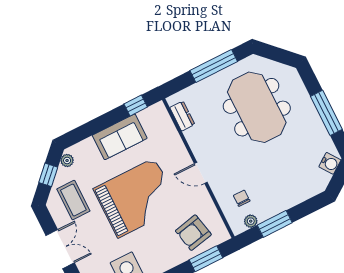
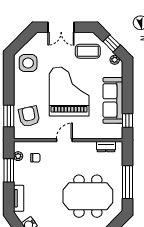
sofa: (120, 137) -> (113, 100), width x1.36
tv unit: (304, 194) -> (19, 198), added
grand piano: (136, 198) -> (69, 92), turned 180

